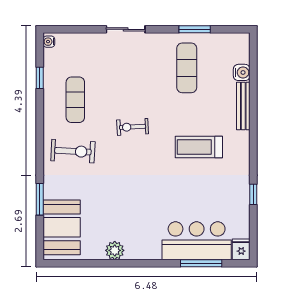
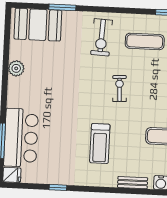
bench: (243, 106) -> (133, 183), width x0.73
treadmill: (199, 147) -> (100, 144), turned 180

